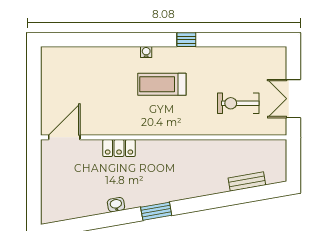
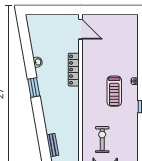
treadmill: (162, 84) -> (114, 91), turned 180
locker: (119, 148) -> (74, 70), width x1.53

